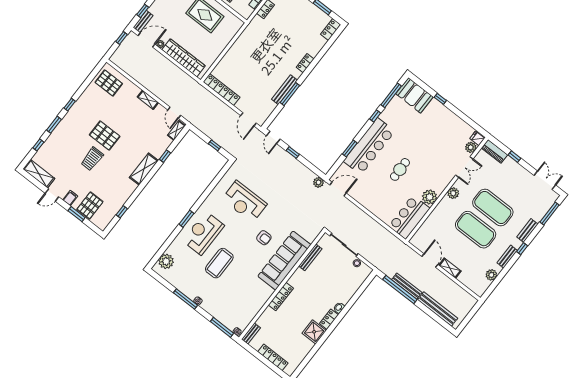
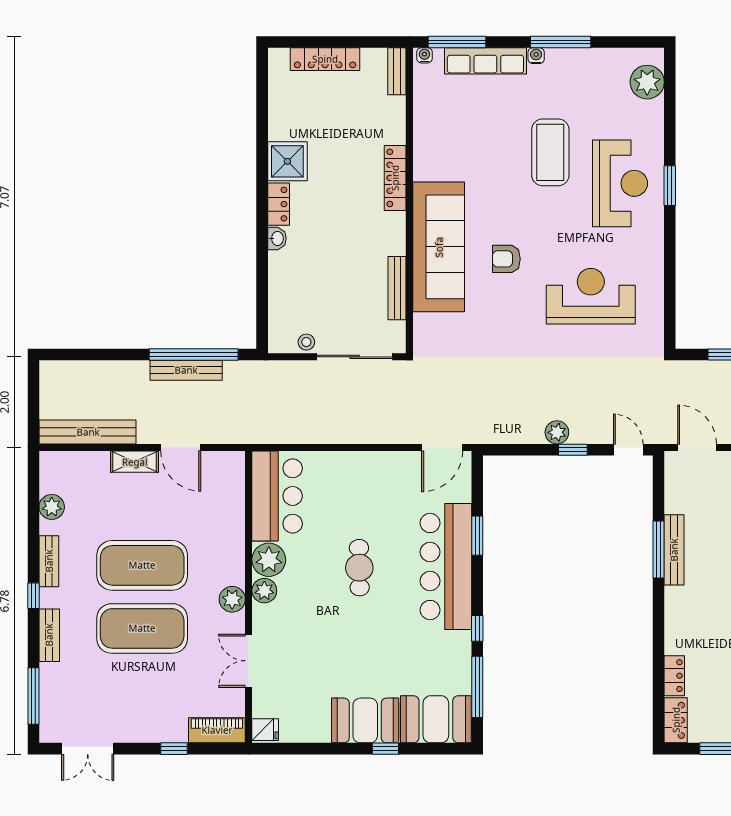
locker: (305, 63) -> (674, 676), moved
booth: (440, 114) -> (365, 720), added
plant: (471, 147) -> (264, 591), moved
plant: (319, 182) -> (557, 432), moved
bench: (438, 309) -> (88, 432), moved
row of seats: (217, 313) -> (485, 61), added

